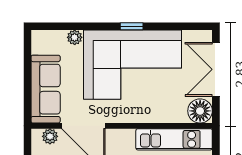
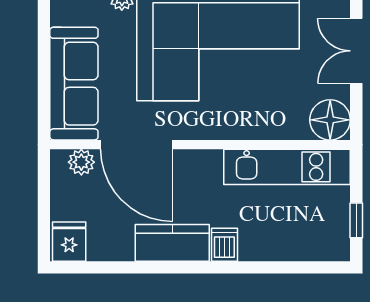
double door: (216, 69) -> (356, 51), width x0.73

